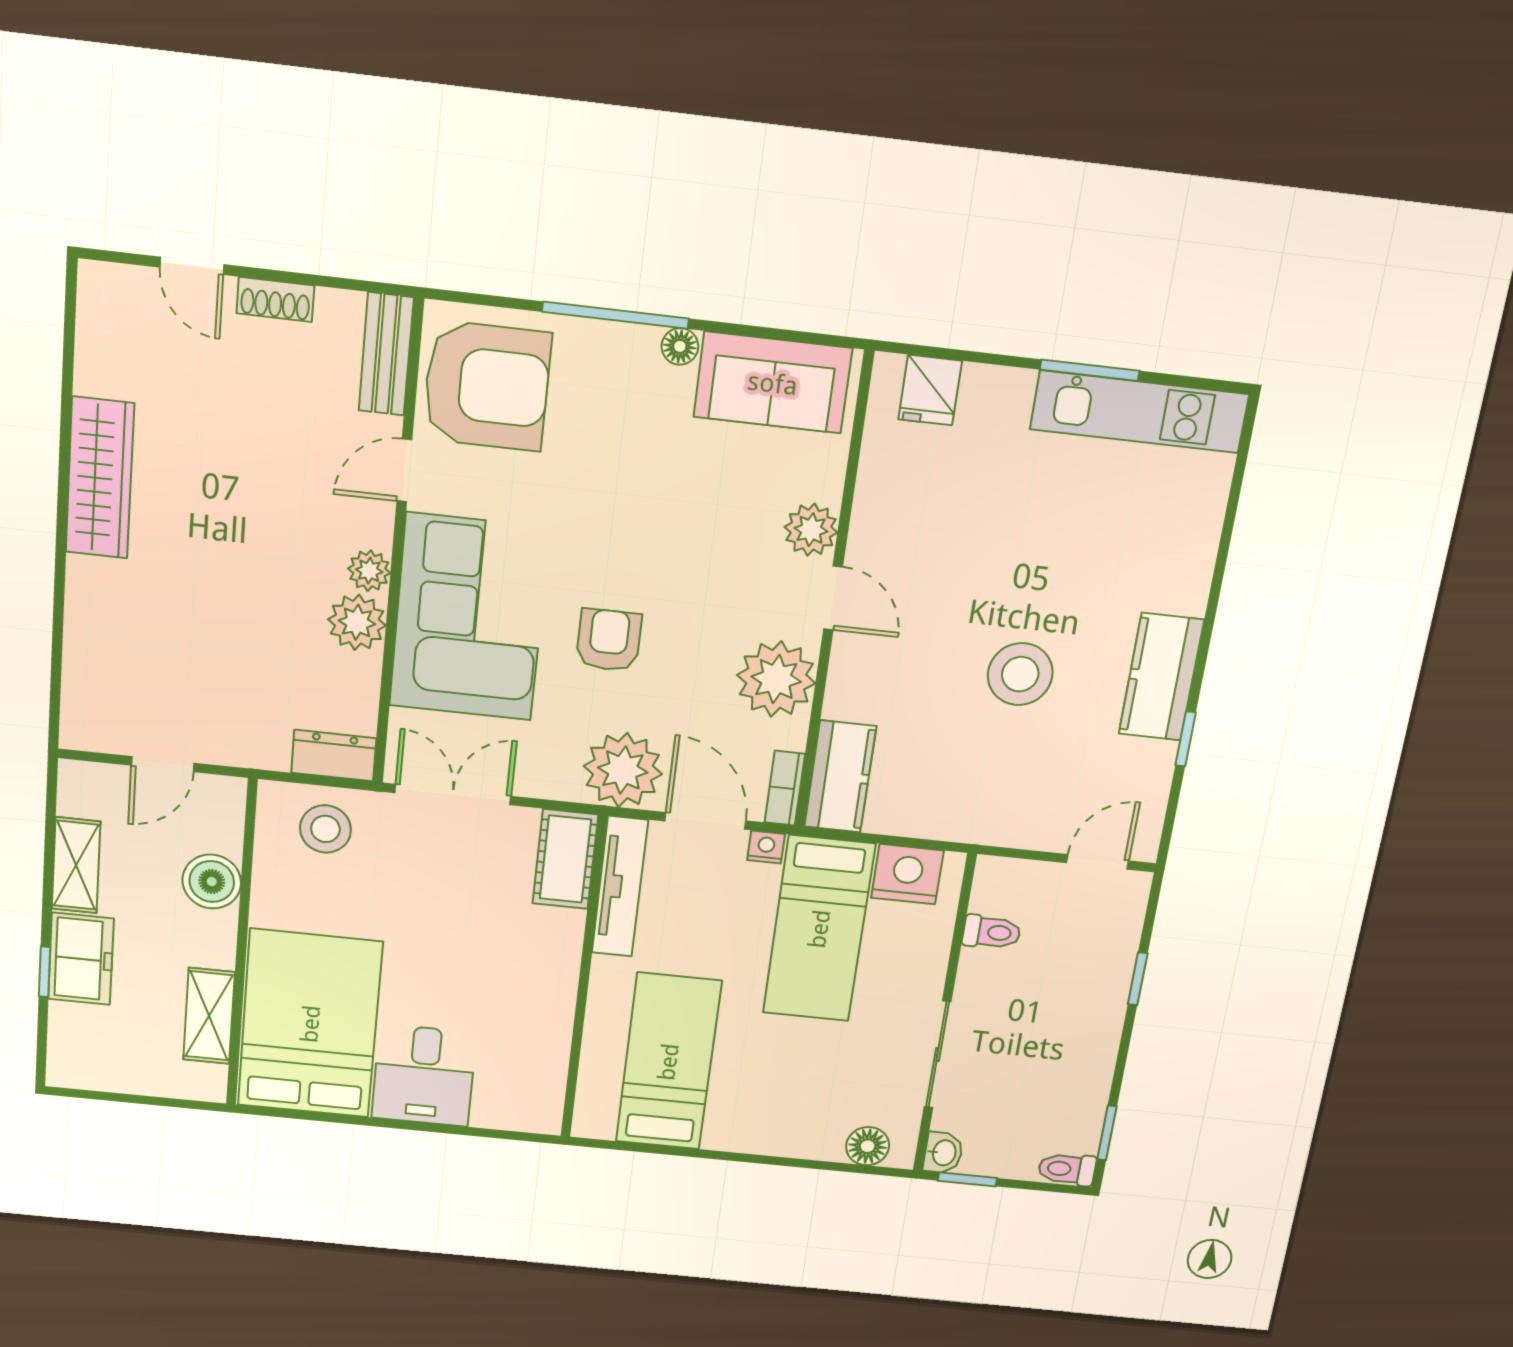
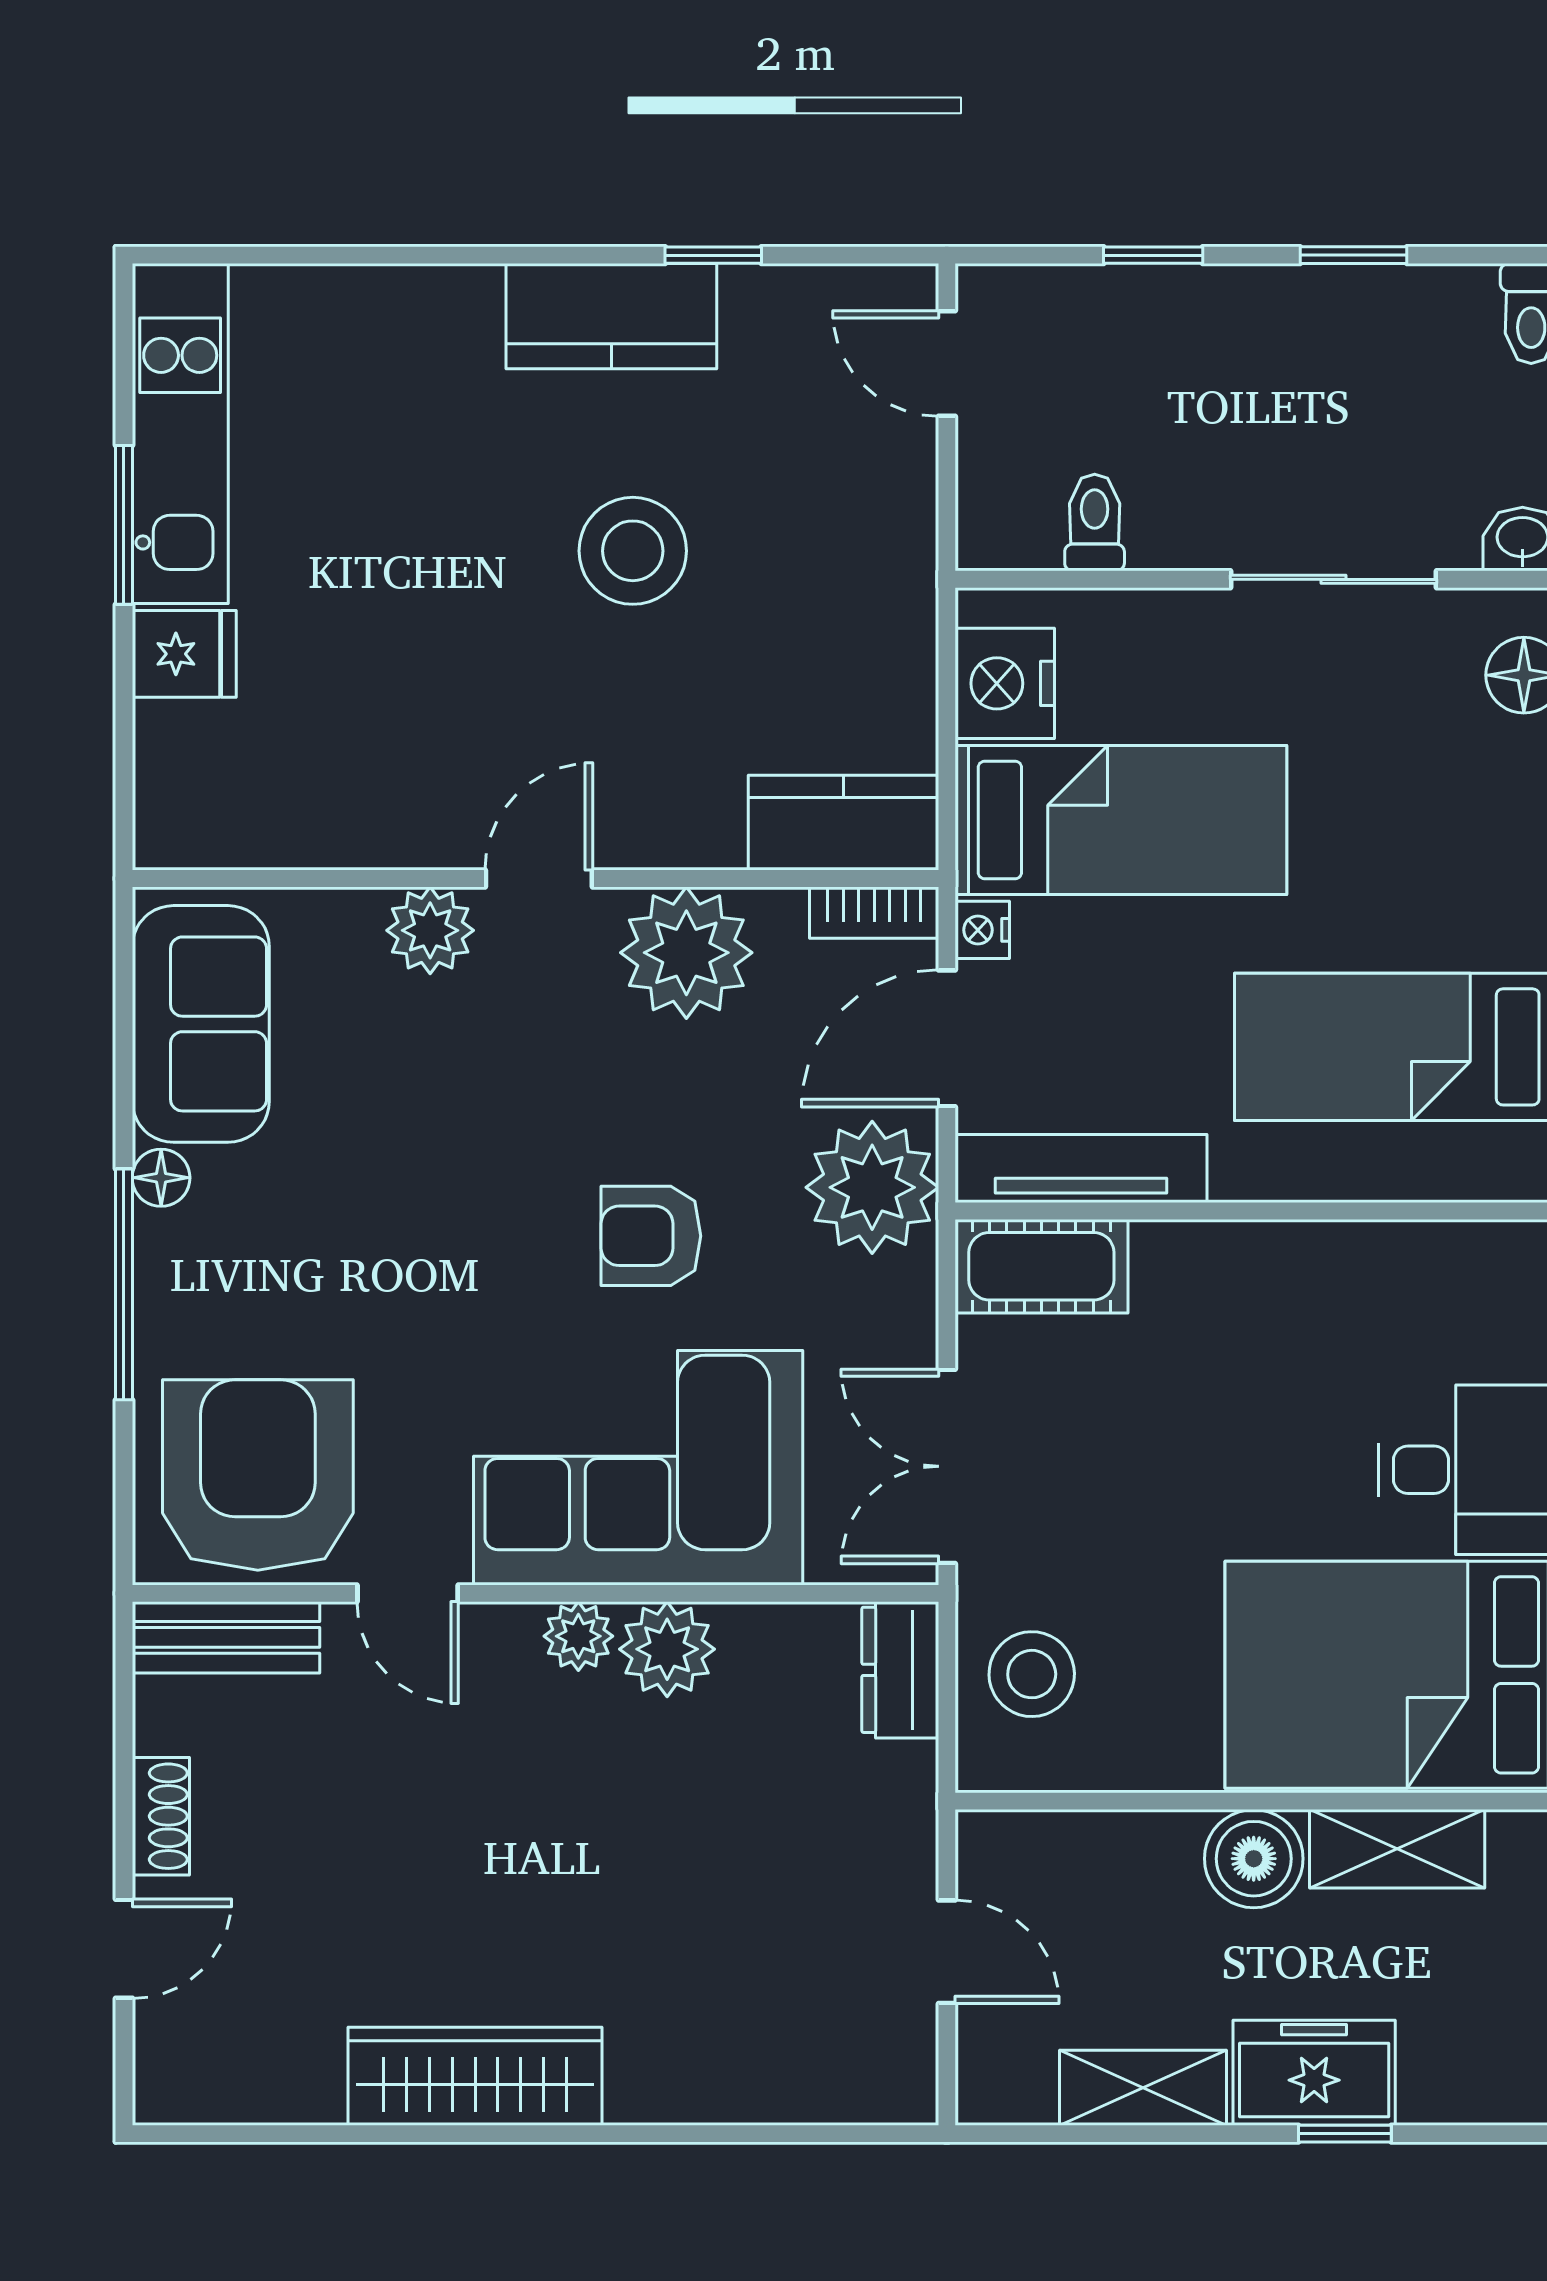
fridge: (930, 390) -> (184, 654), moved
boiler: (212, 882) -> (1254, 1859), moved
window: (1107, 1133) -> (1354, 255), moved

